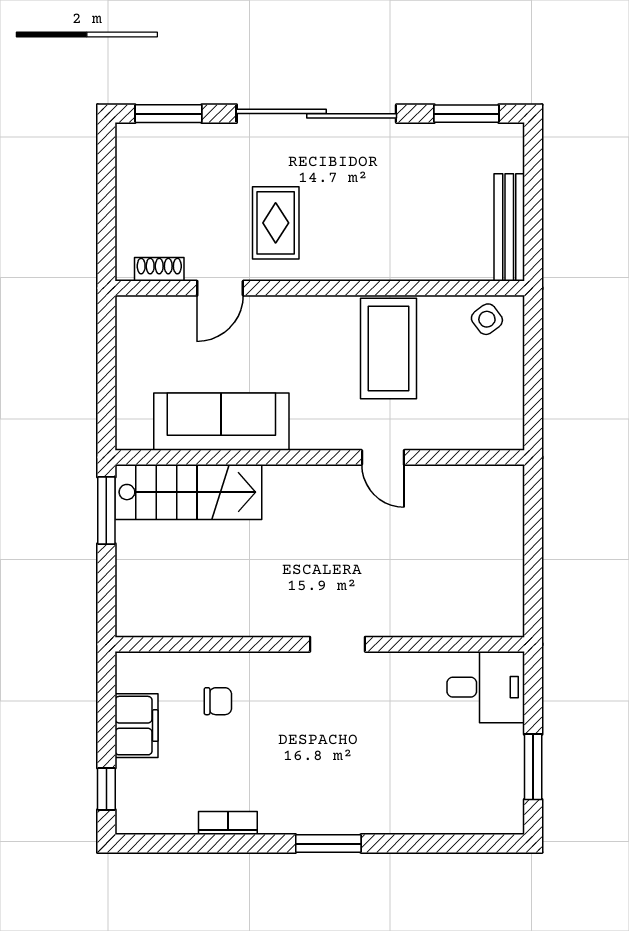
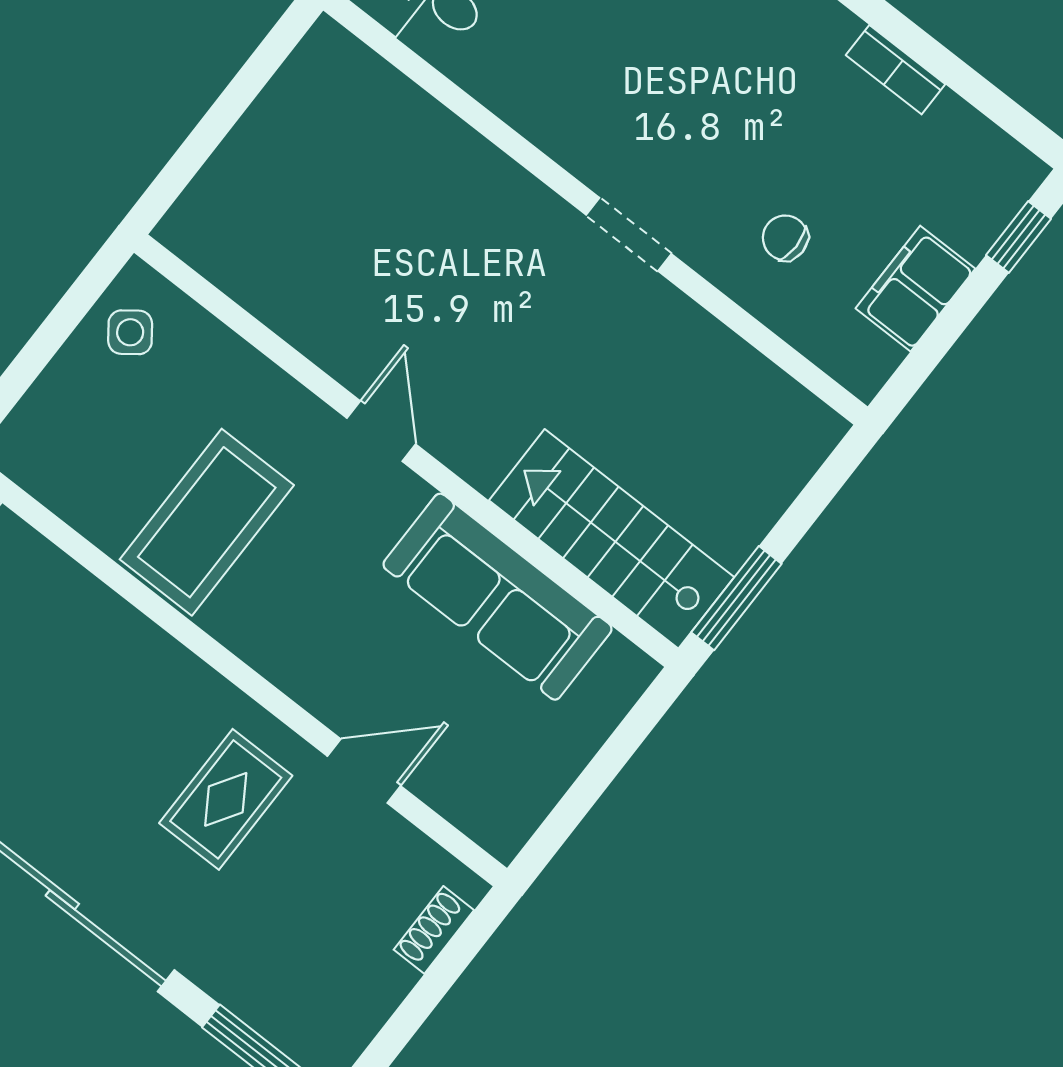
shoe rack: (159, 269) -> (434, 930), moved, turned 90
side table: (487, 319) -> (130, 332), moved
door: (383, 457) -> (381, 431), moved
doorway: (337, 644) -> (629, 234), moved

